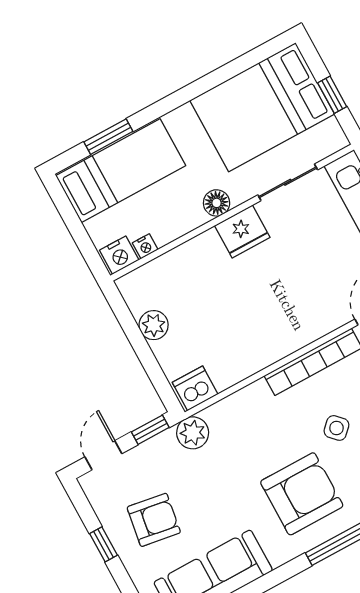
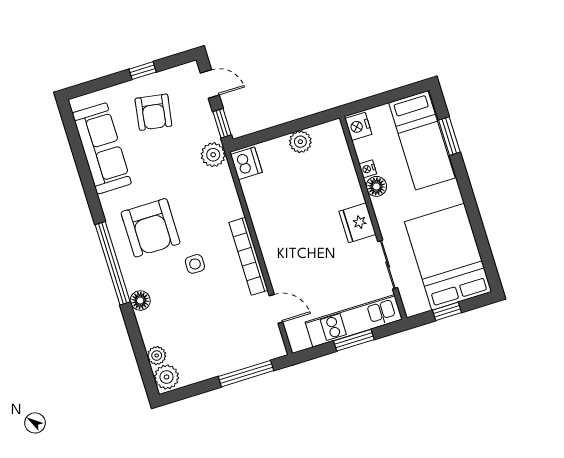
floor lamp: (217, 203) -> (376, 186), moved
nightstand: (145, 246) -> (368, 169), moved
side table: (336, 428) -> (195, 264), turned 45

